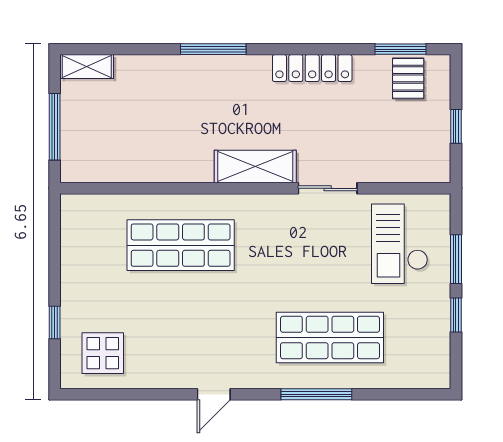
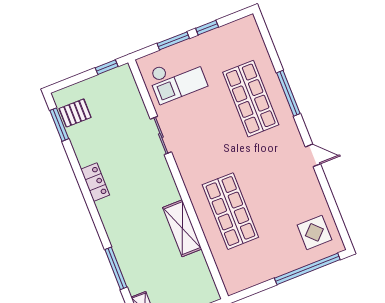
window: (213, 49) -> (116, 268), moved
locker: (312, 68) -> (95, 182), width x0.66
window: (456, 126) -> (107, 67), moved
shelving: (255, 167) -> (182, 228), moved
window: (55, 323) -> (307, 269), width x3.17

